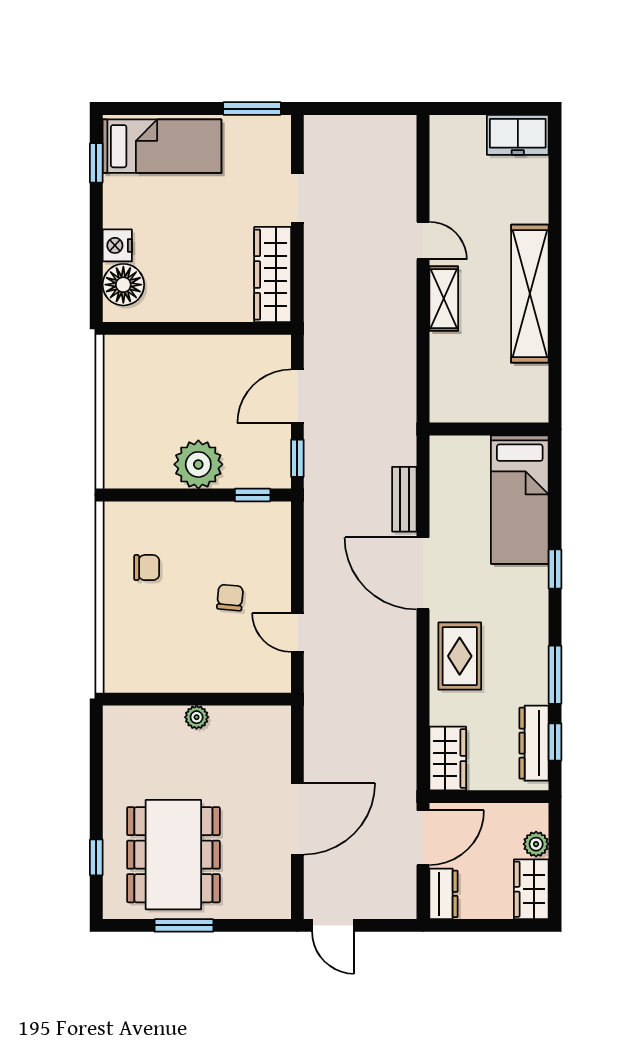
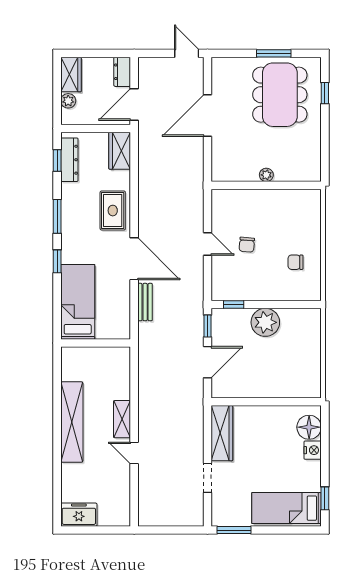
door: (297, 632) -> (208, 244), moved
window: (555, 675) -> (57, 216), moved

